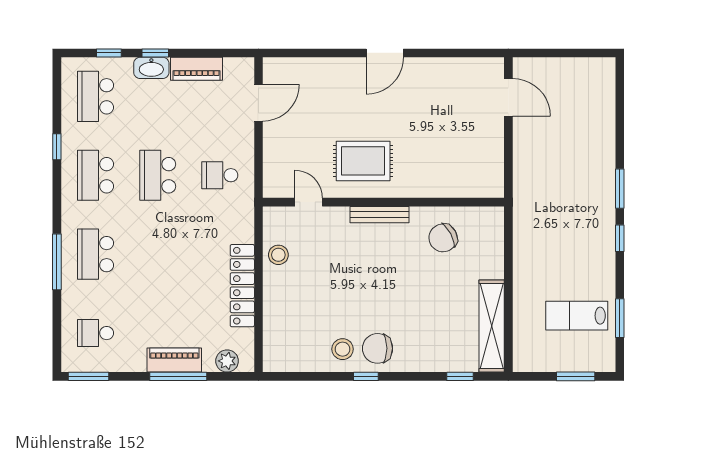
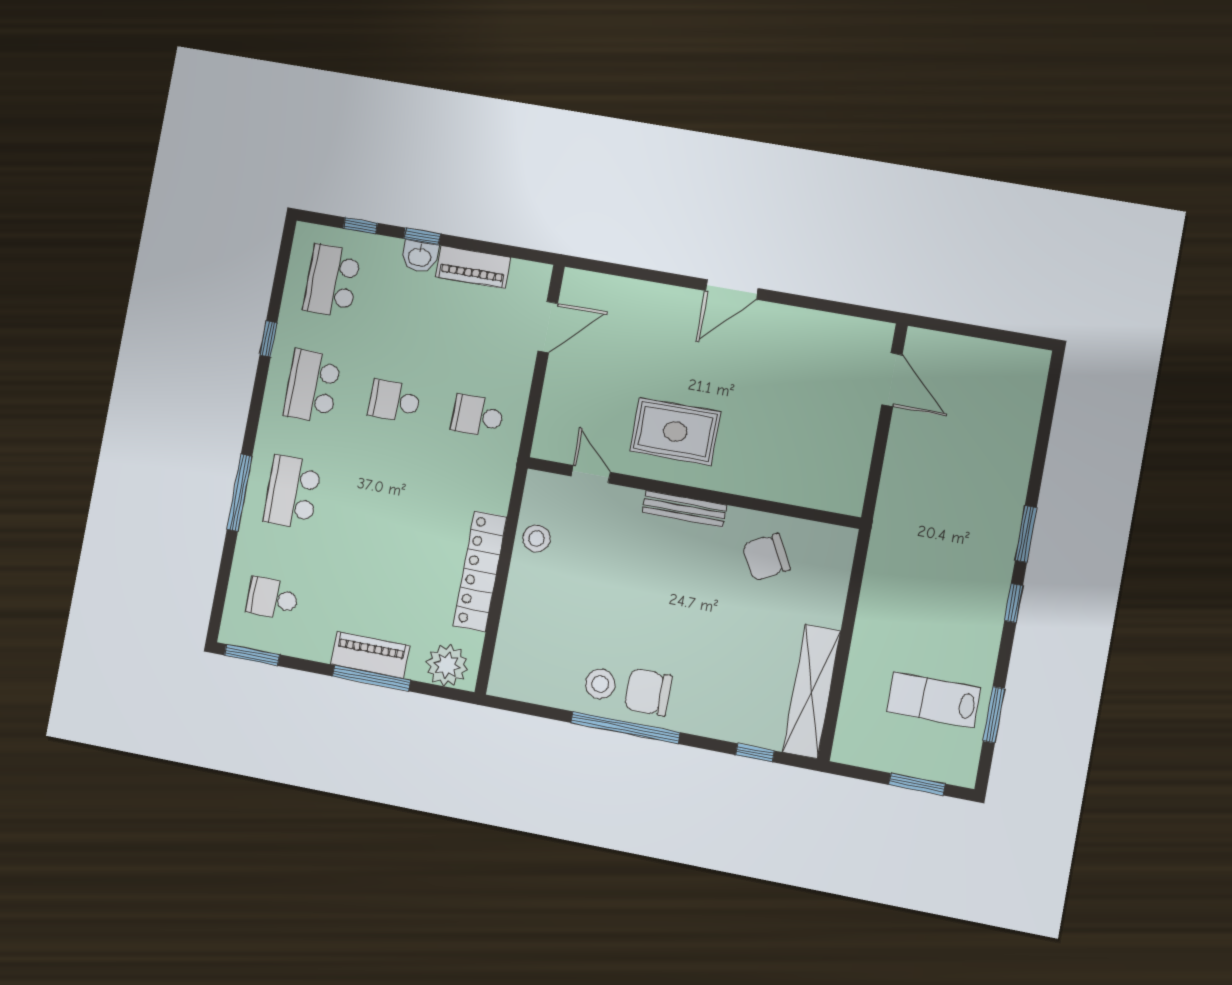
washbasin: (151, 68) -> (420, 257), width x0.72
school desk: (158, 175) -> (395, 401), width x0.54
plant: (227, 361) -> (447, 665), width x1.36, depth x1.36
window: (366, 376) -> (625, 728), width x3.17

